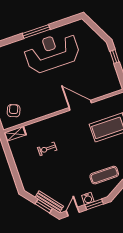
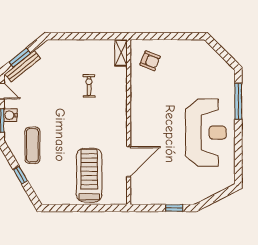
window: (36, 31) -> (238, 101), moved
door: (80, 105) -> (129, 162), moved

